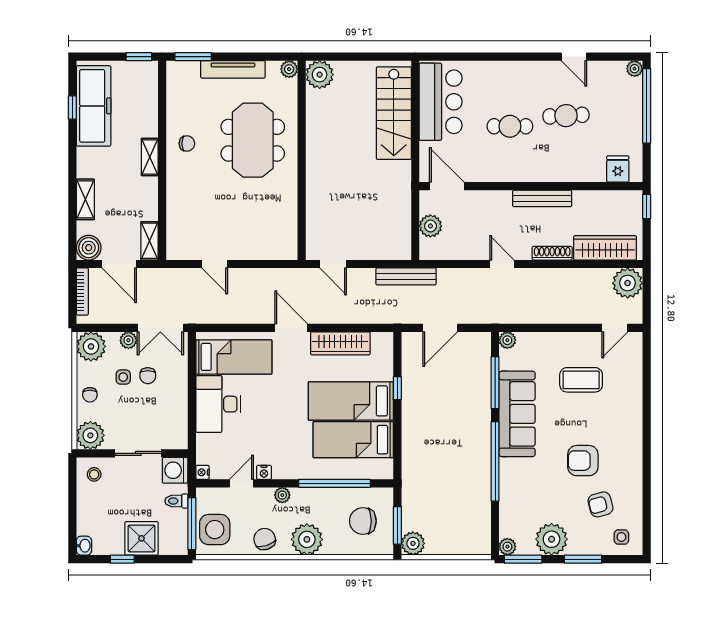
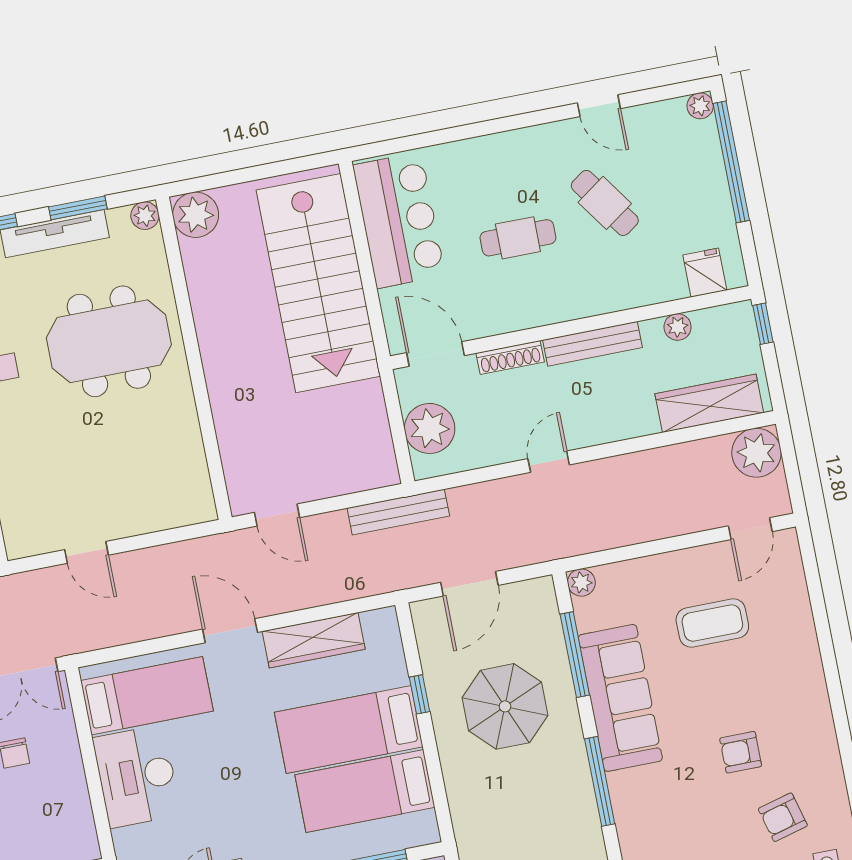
window: (250, 57) -> (78, 208), added
stairs: (394, 113) -> (318, 283), width x1.36, depth x1.51
cafe table: (566, 116) -> (605, 203), turned 58
meeting table: (253, 140) -> (109, 341), turned 90
plant: (595, 198) -> (678, 327), added
plant: (430, 226) -> (430, 428), width x1.36, depth x1.36
shoe rack: (552, 253) -> (510, 357), moved, turned 180
door: (502, 264) -> (549, 462), hinge flipped
parasol: (447, 405) -> (505, 706), added
window: (495, 461) -> (600, 781), width x0.68
armchair: (583, 461) -> (741, 752), width x0.72, depth x0.72

